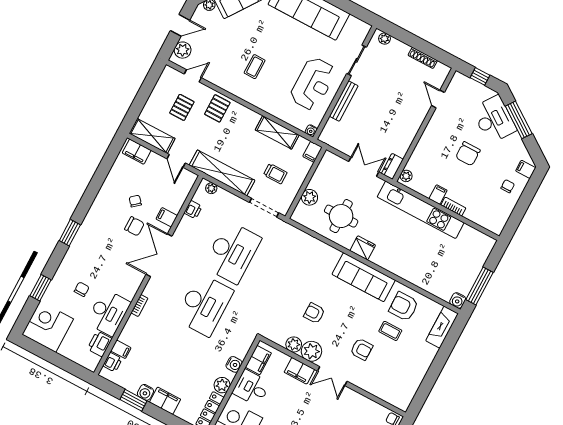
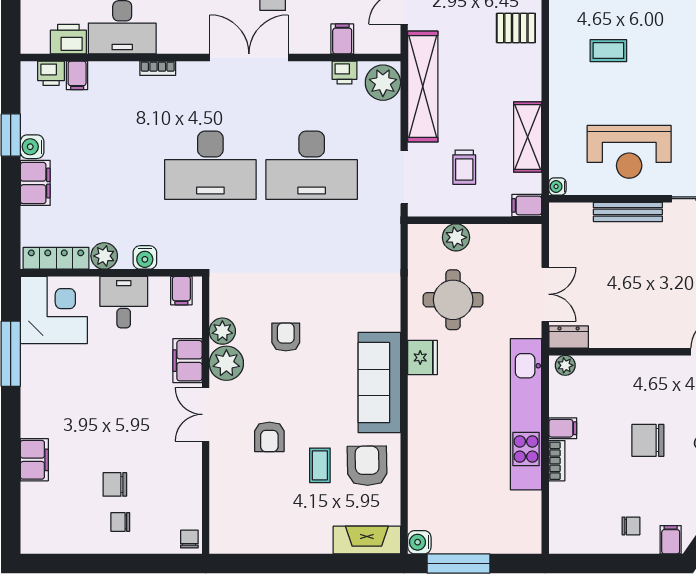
plant: (211, 188) -> (383, 83), width x1.87, depth x1.87
filing cabinet: (167, 217) -> (342, 39), moved
filing cabinet: (258, 360) -> (181, 291), width x0.50

